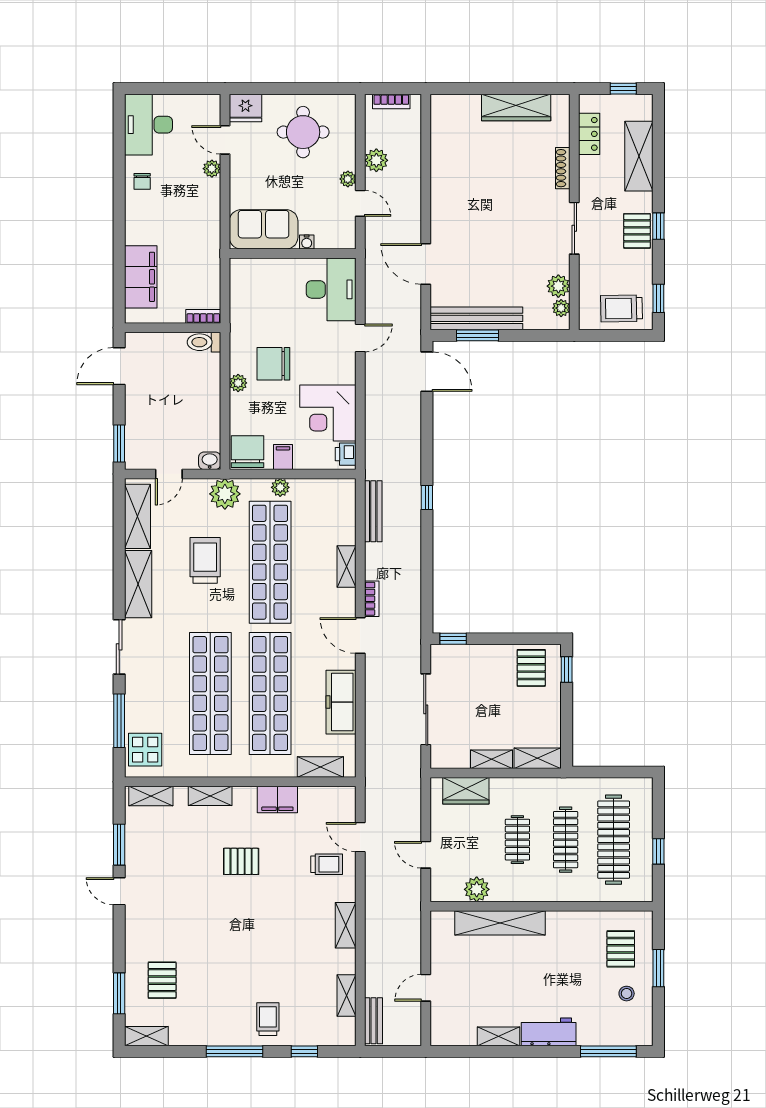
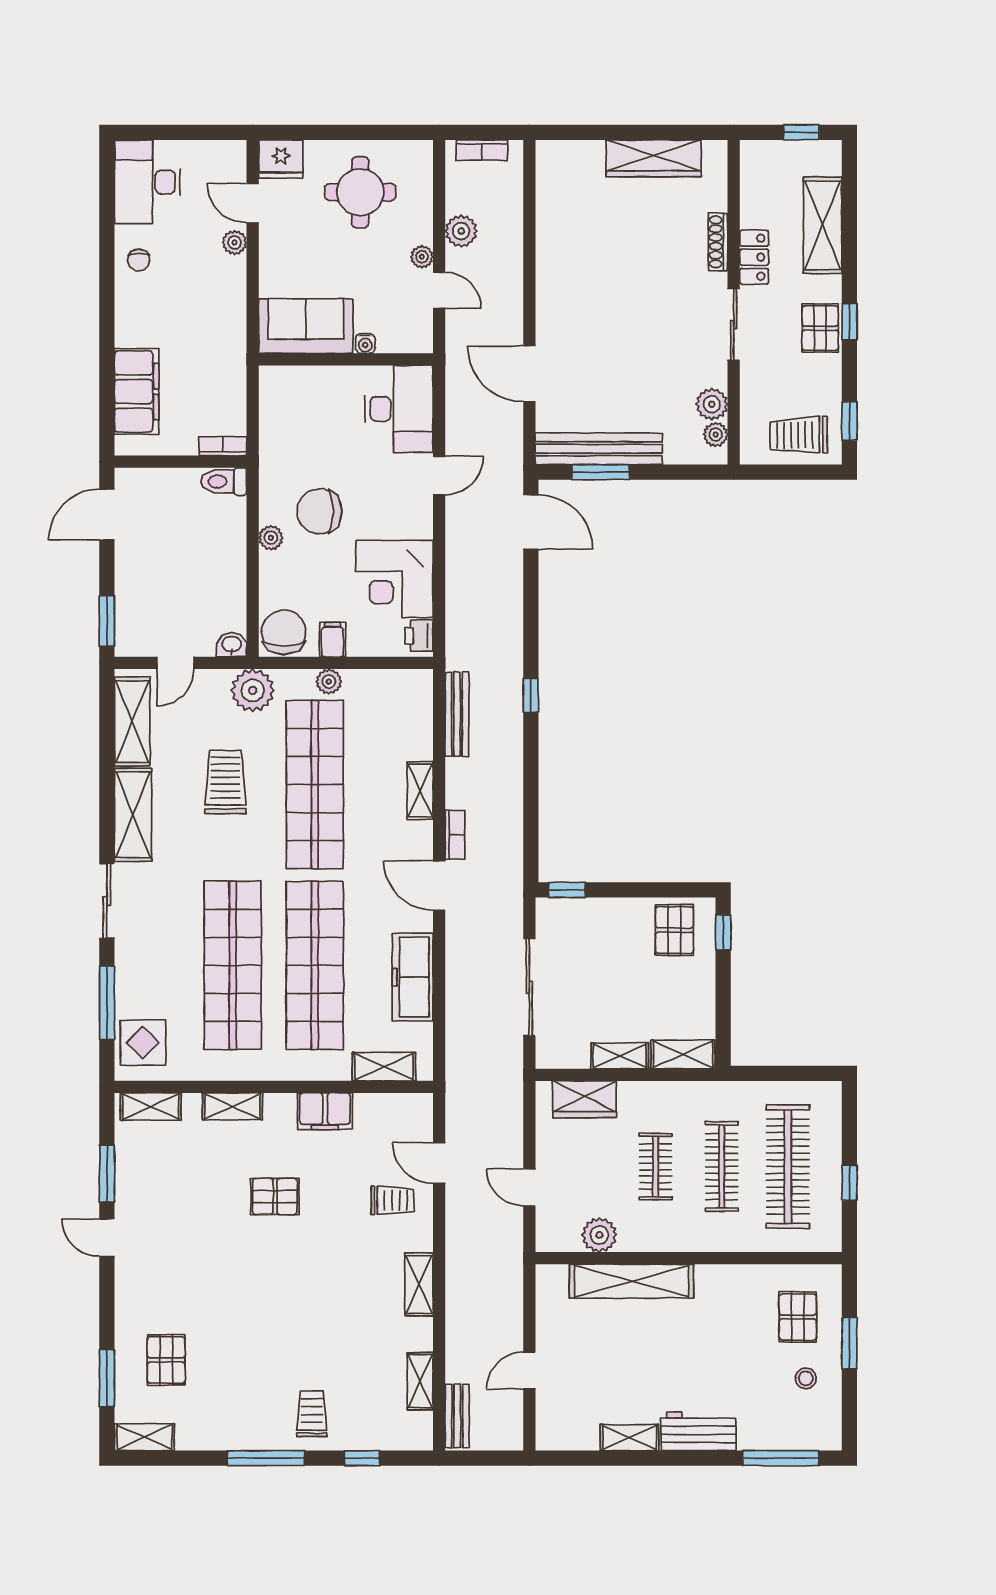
locker: (589, 134) -> (754, 257), moved

